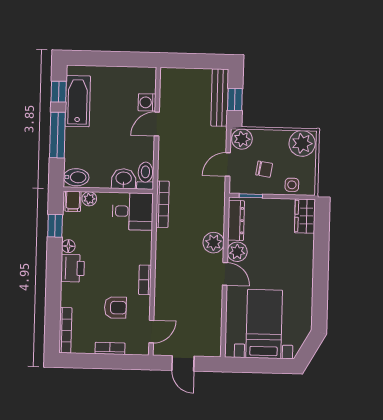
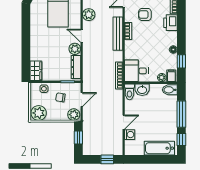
window: (187, 61) -> (107, 159), added
bench: (220, 98) -> (118, 34), moved
bathtub: (78, 101) -> (159, 148), moved, turned 90
plant: (214, 243) -> (89, 15), moved
printer: (73, 268) -> (170, 23), moved

